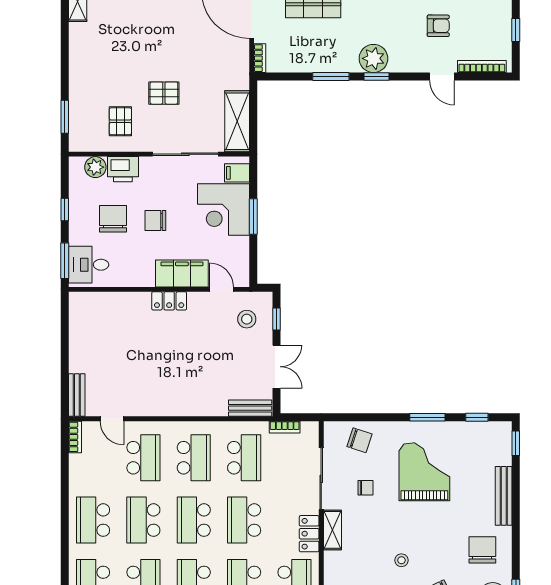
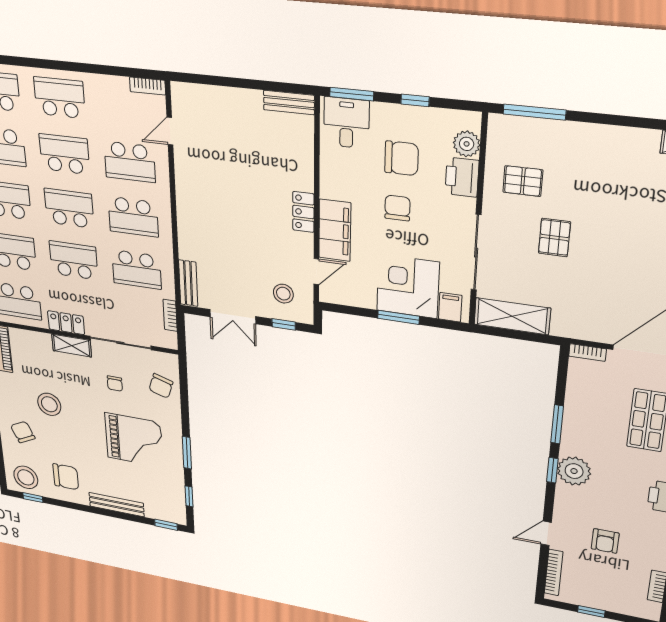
window: (65, 117) -> (534, 112), width x1.44
bench: (77, 395) -> (289, 103), moved
stool: (401, 560) -> (49, 404), width x1.89, depth x1.89

